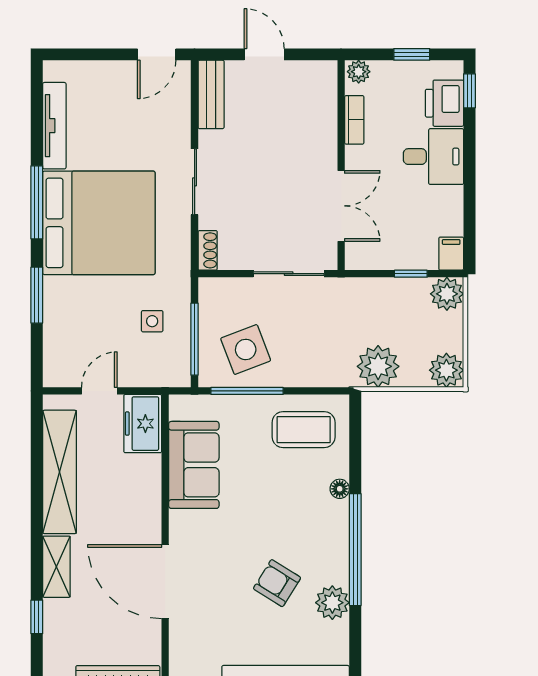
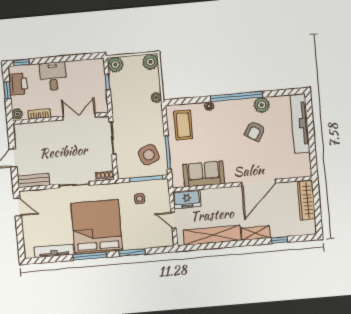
printer: (444, 103) -> (18, 84), moved, turned -90
filing cabinet: (451, 254) -> (97, 64), removed
plant: (378, 366) -> (156, 97), width x0.53, depth x0.53

